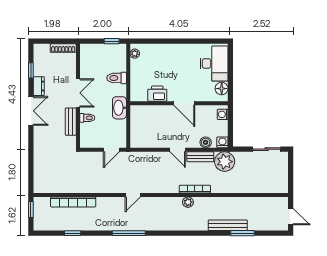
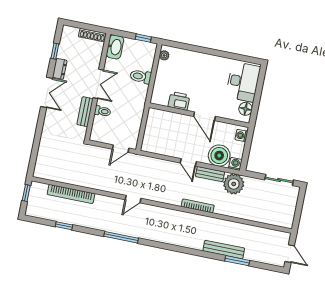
washbasin: (119, 108) -> (115, 47), moved, turned 180
boiler: (206, 142) -> (219, 156), width x1.86, depth x1.86
plant: (188, 202) -> (188, 218), removed

